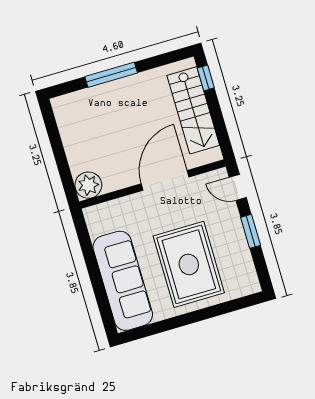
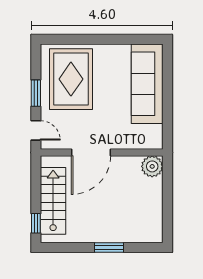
window: (111, 75) -> (109, 247), width x0.69
rug: (189, 264) -> (71, 79), moved

